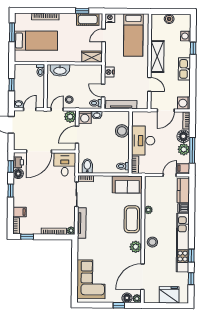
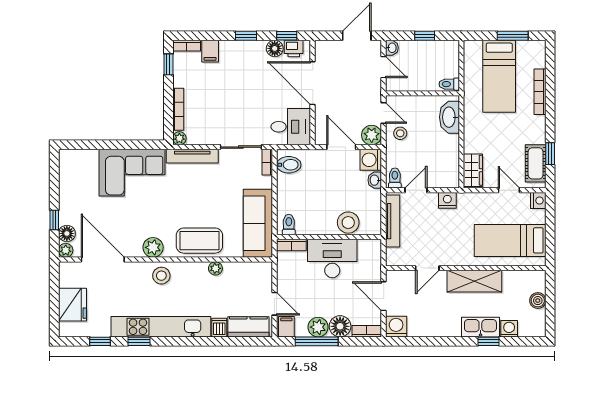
kitchen sink: (184, 69) -> (480, 327), moved
sofa: (127, 185) -> (258, 223), width x1.36
corner sofa: (91, 279) -> (132, 173), moved

